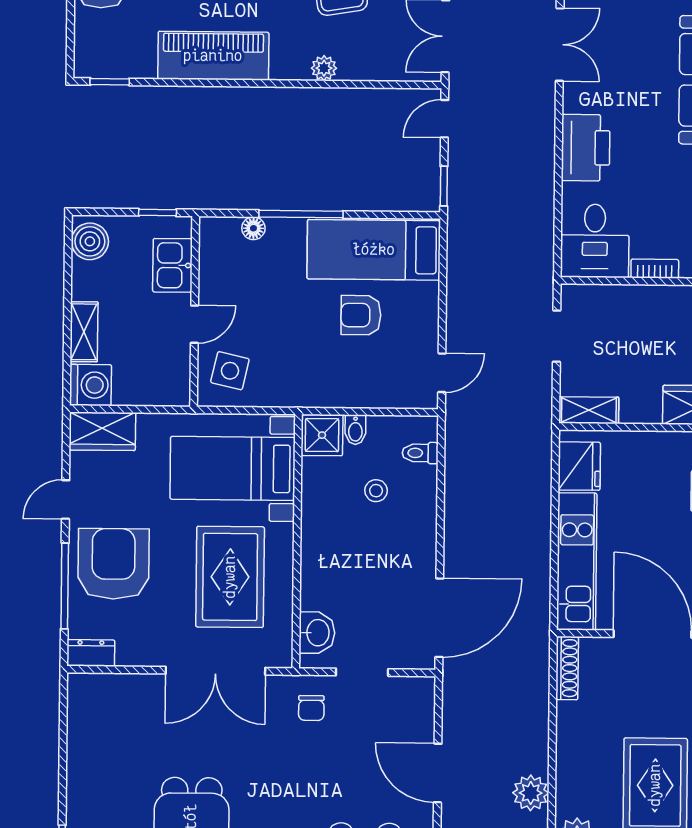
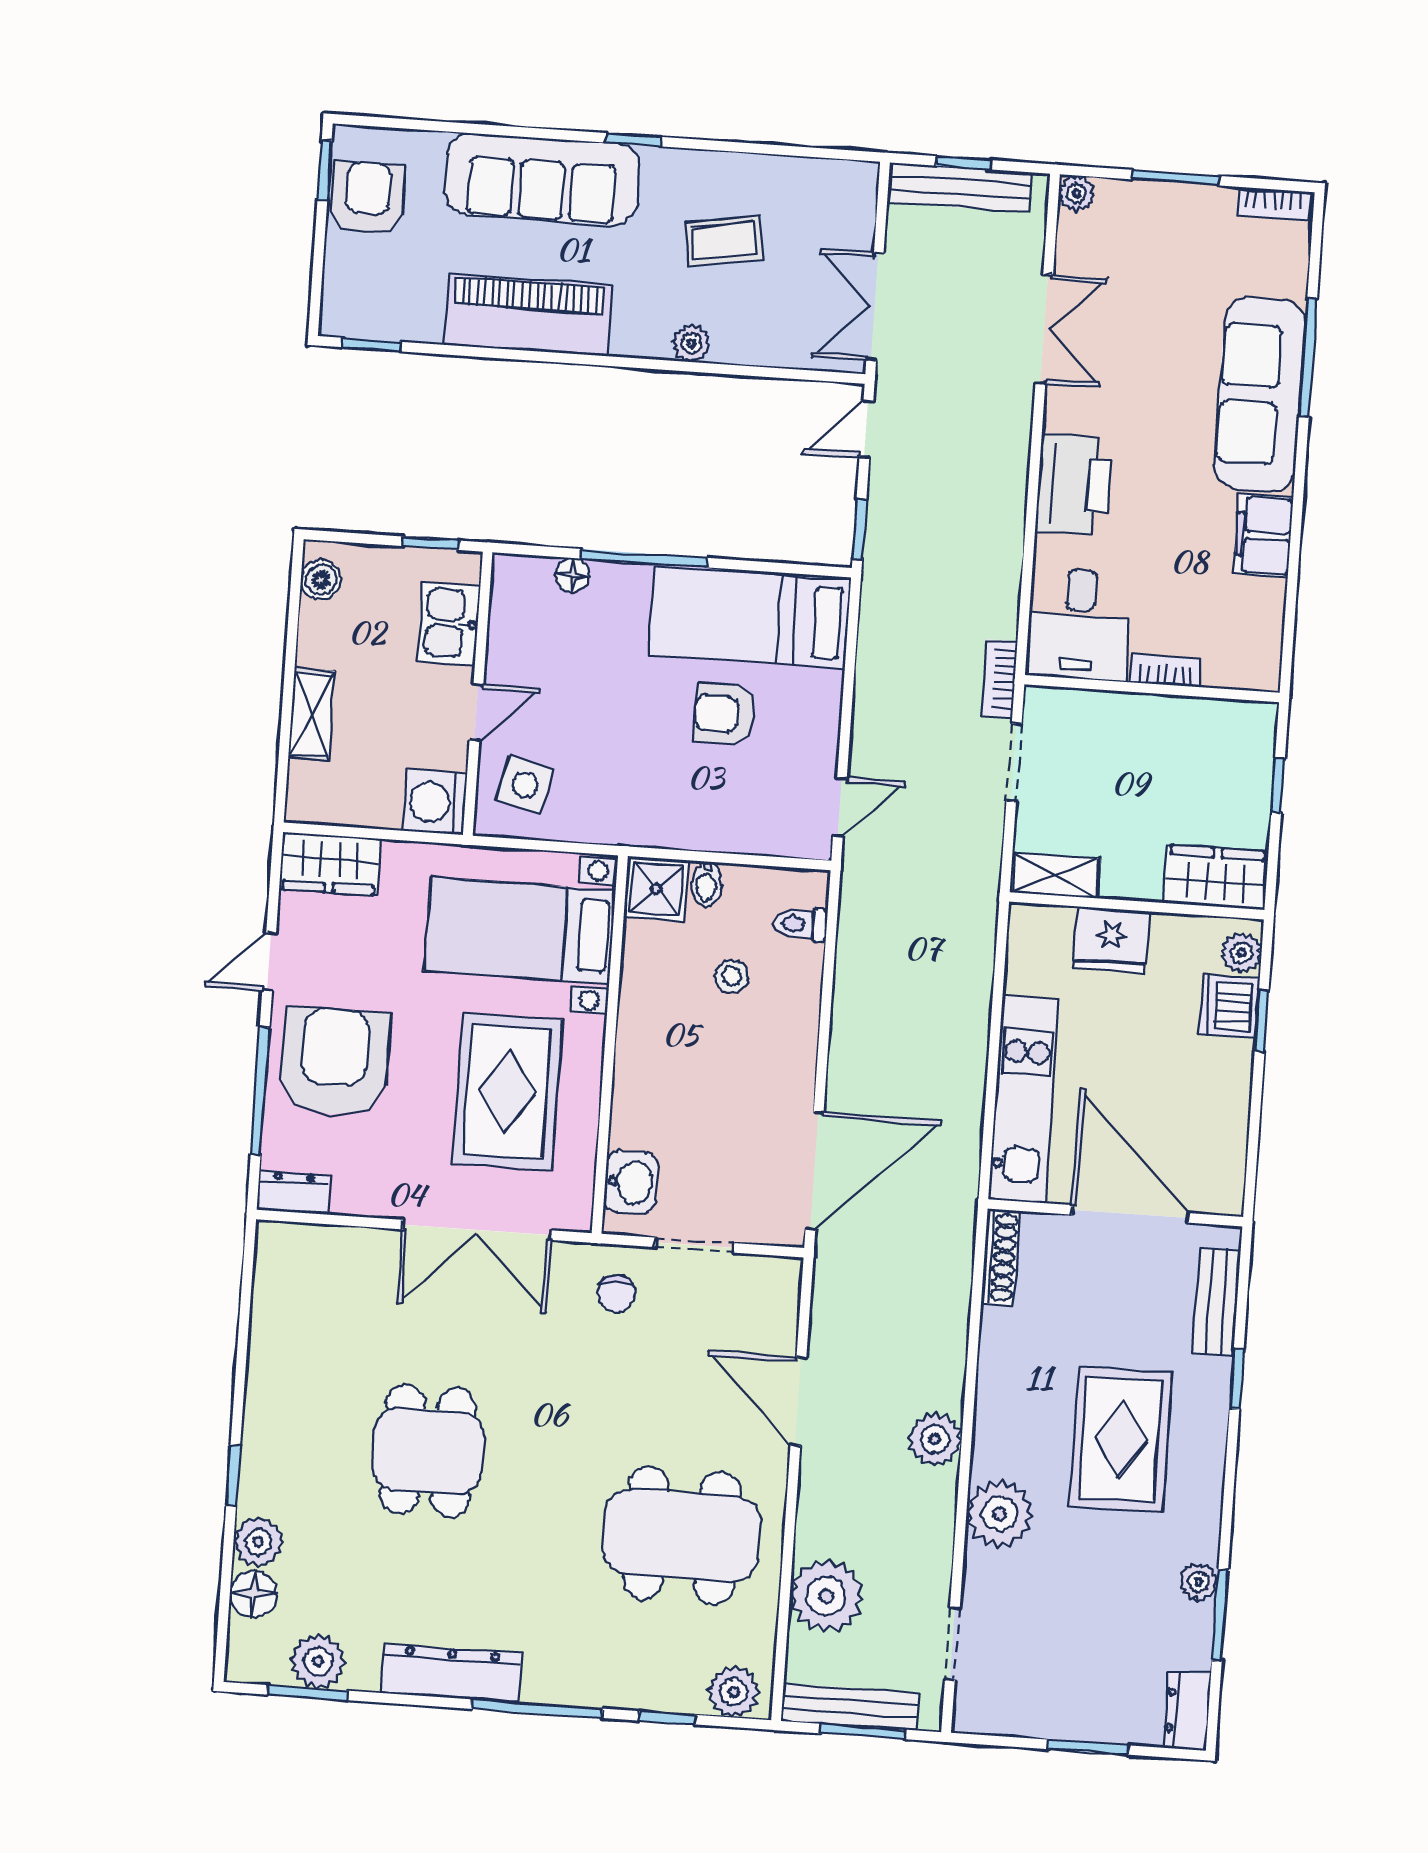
boiler: (90, 241) -> (321, 580), width x0.73, depth x0.73
bookcase: (544, 280) -> (1000, 678), added
washing machine: (91, 385) -> (435, 802), moved, turned 180
fridge: (579, 466) -> (1111, 940), moved, turned 90

